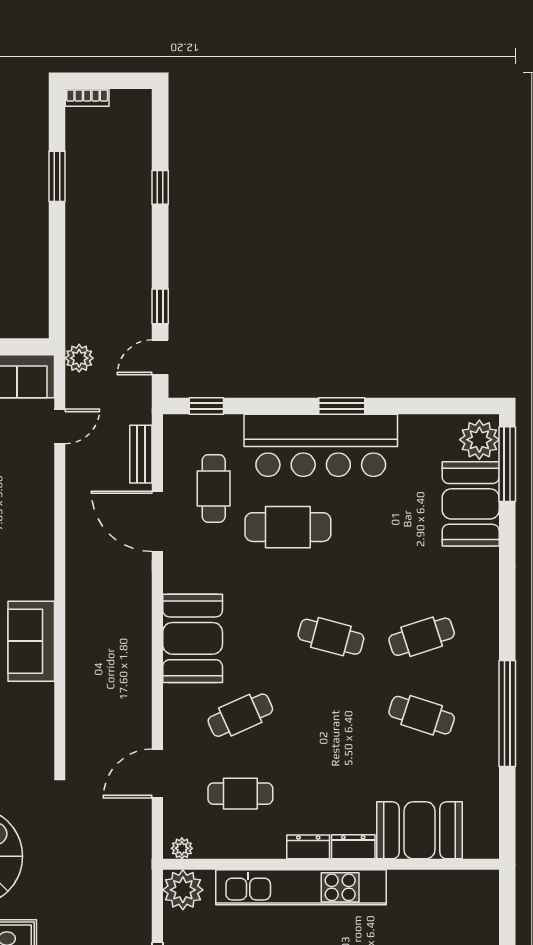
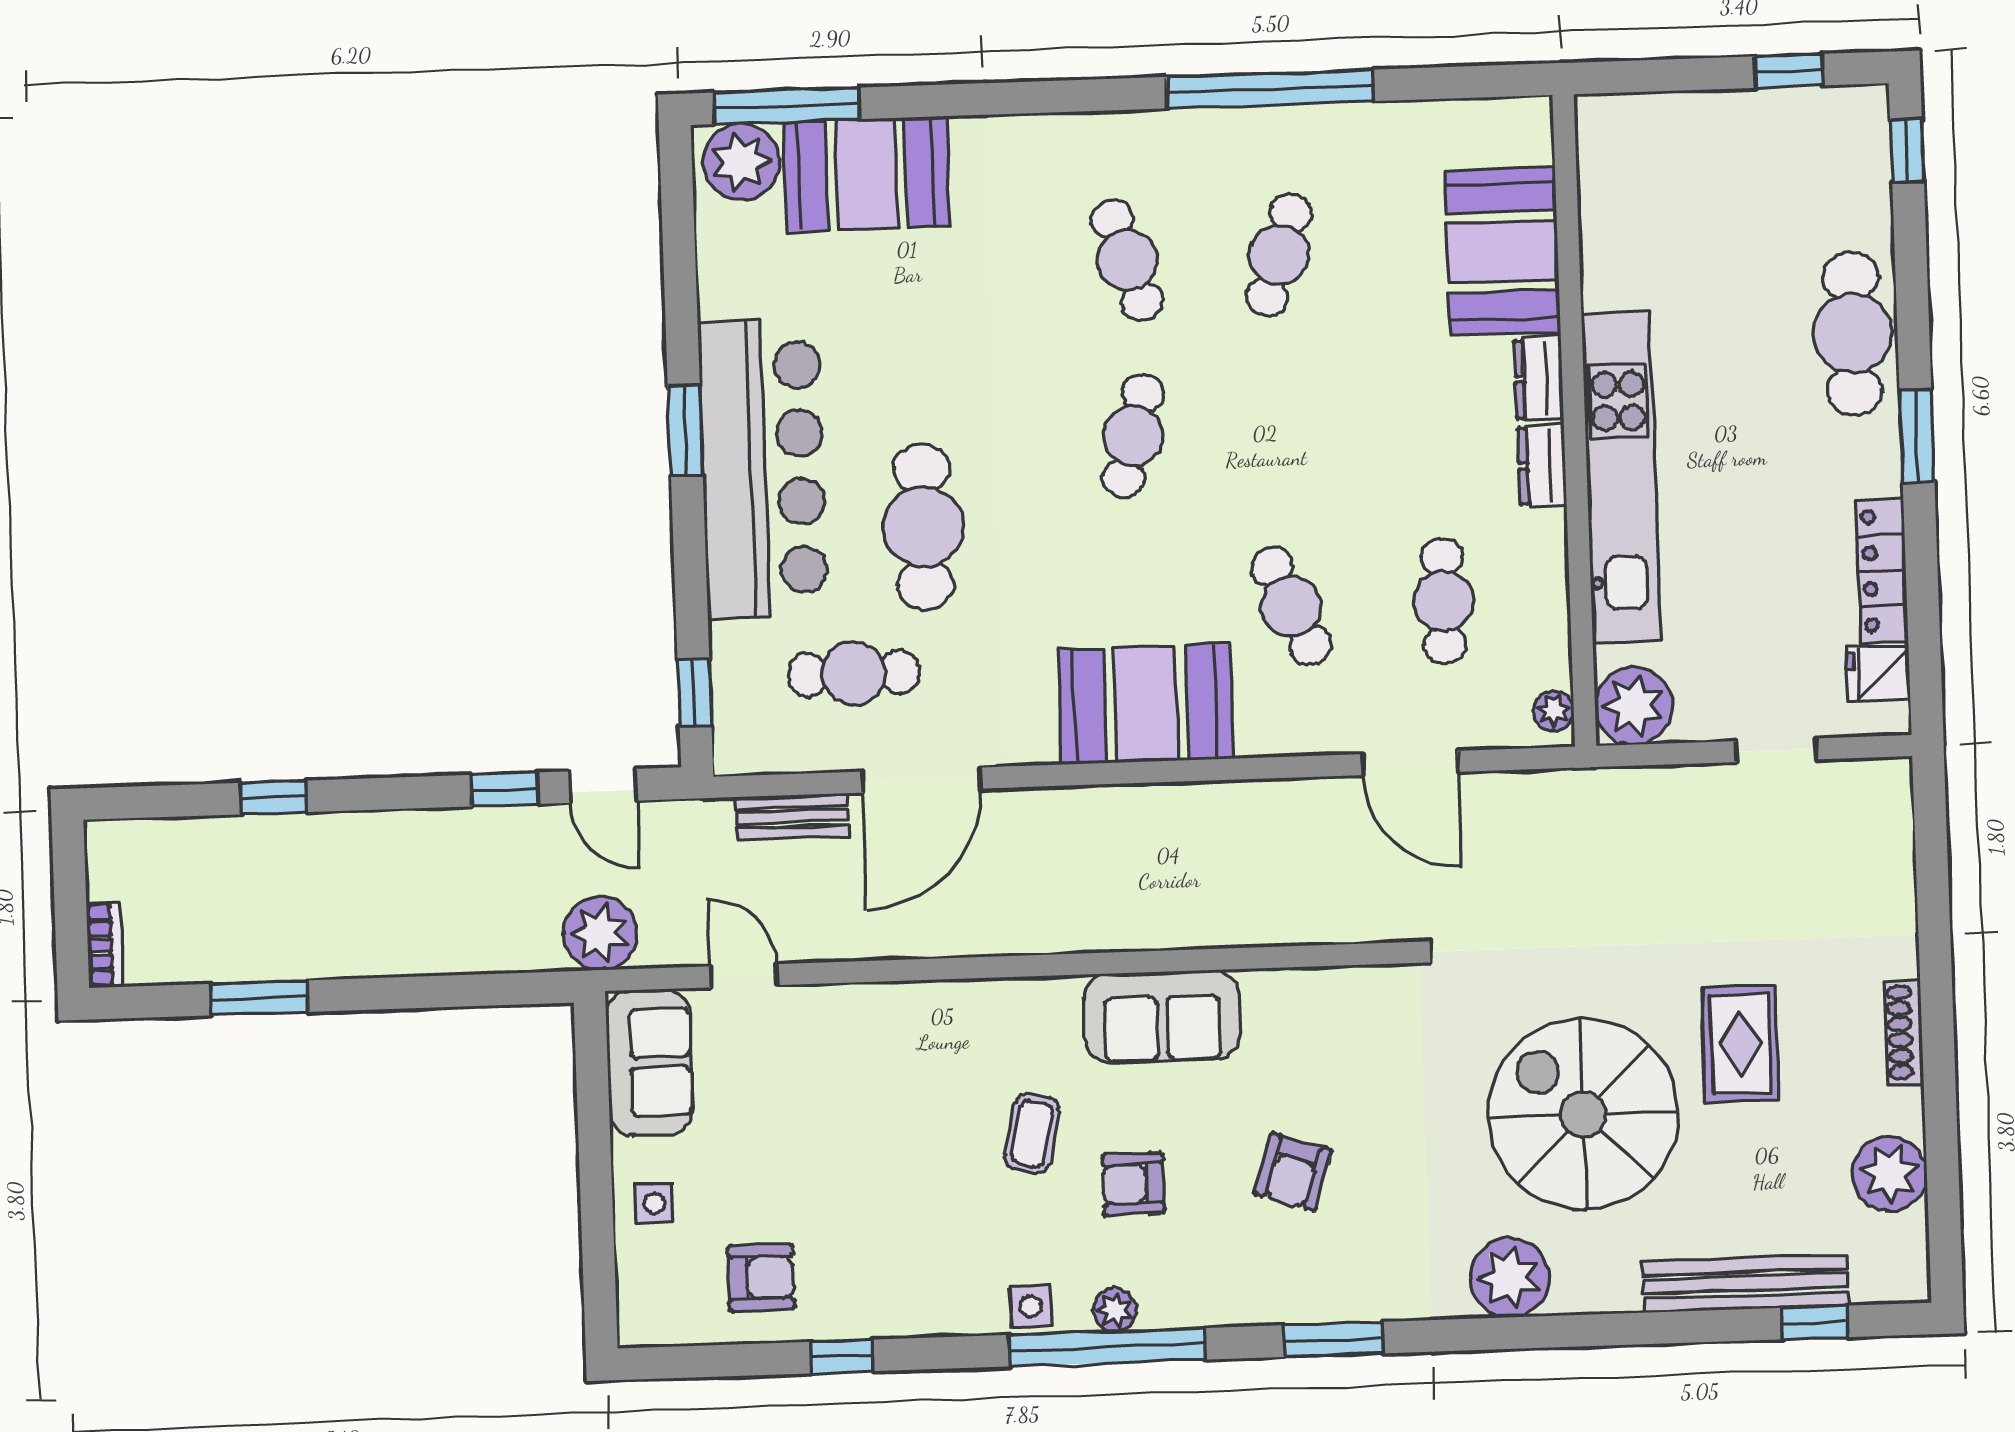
plant: (79, 358) -> (600, 933), width x1.36, depth x1.36

